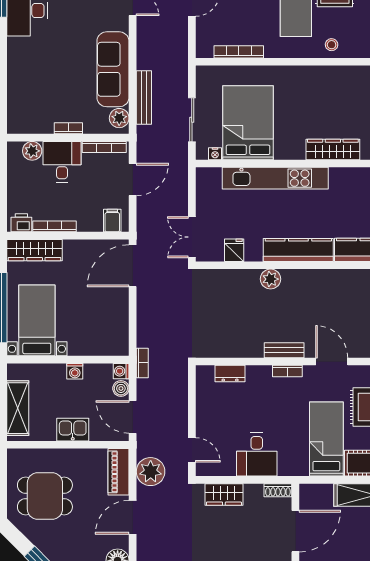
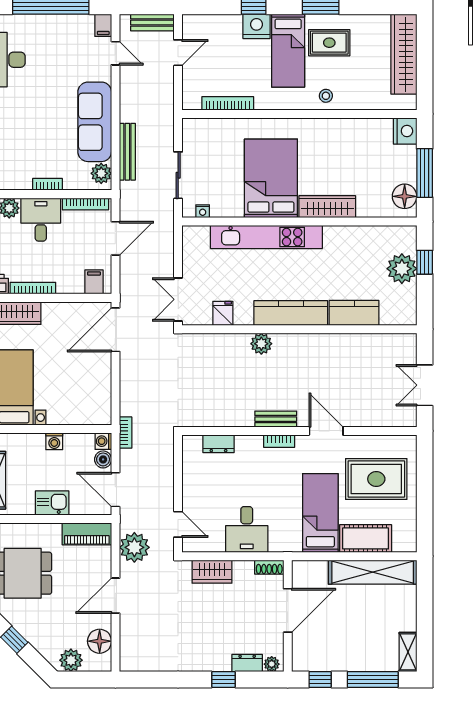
bed: (248, 123) -> (271, 178), moved
piano: (118, 472) -> (87, 534), moved, turned -90

